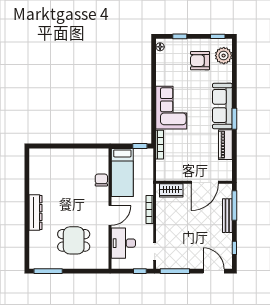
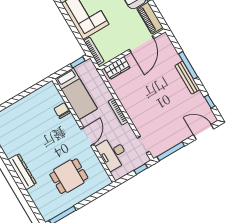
wall: (194, 182) -> (132, 49), moved
door: (205, 182) -> (141, 44), moved
wardrobe: (171, 190) -> (117, 68), moved

